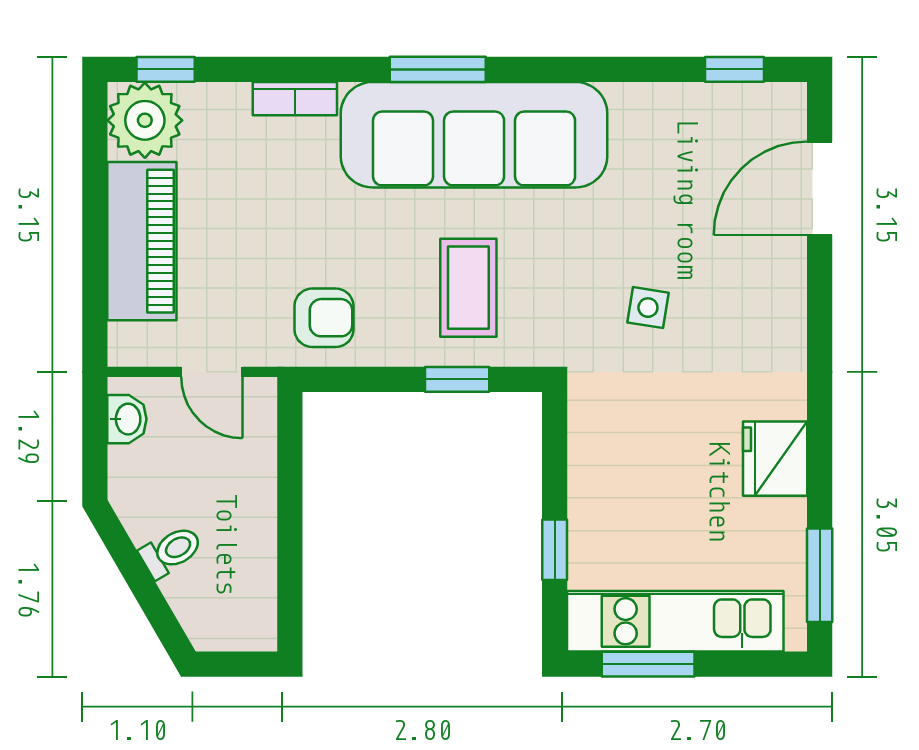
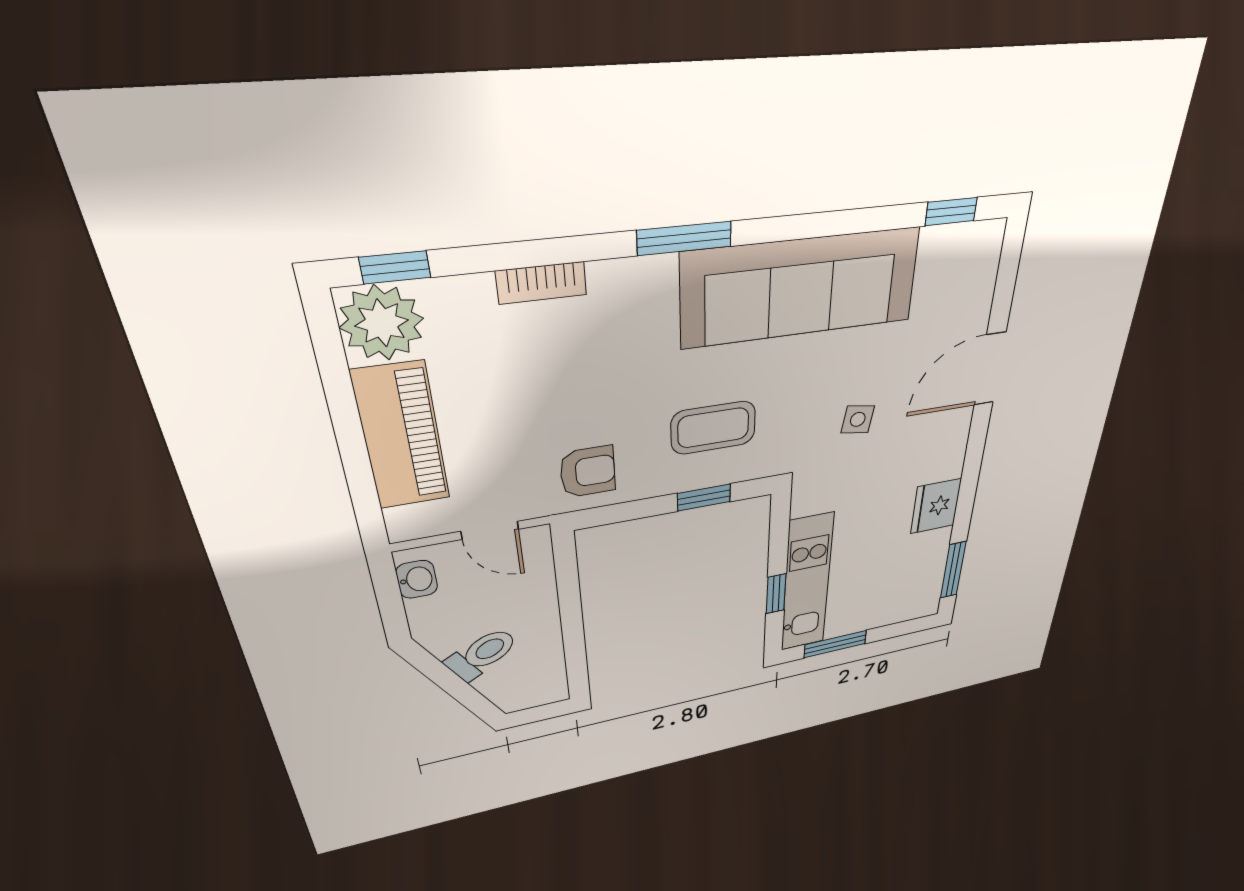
sofa: (474, 135) -> (801, 288), moved
door: (820, 188) -> (990, 369), moved
coffee table: (468, 288) -> (713, 428), turned 90
toilet: (171, 551) -> (482, 654), width x1.37, depth x1.39
kitchen unit: (675, 621) -> (807, 584), moved, turned 90

